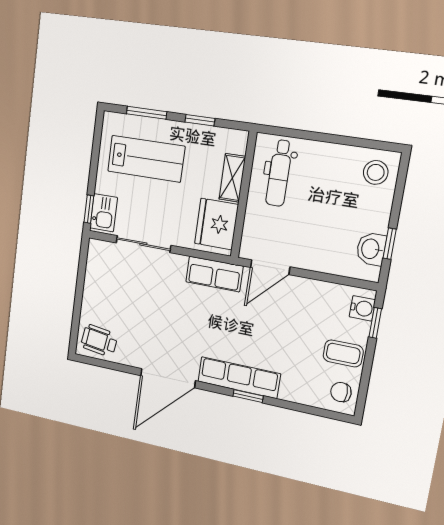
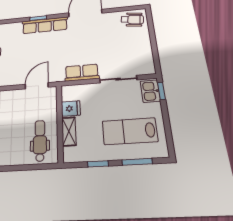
fridge: (216, 224) -> (71, 108), width x0.53, depth x0.75
row of seats: (214, 274) -> (82, 73), moved

